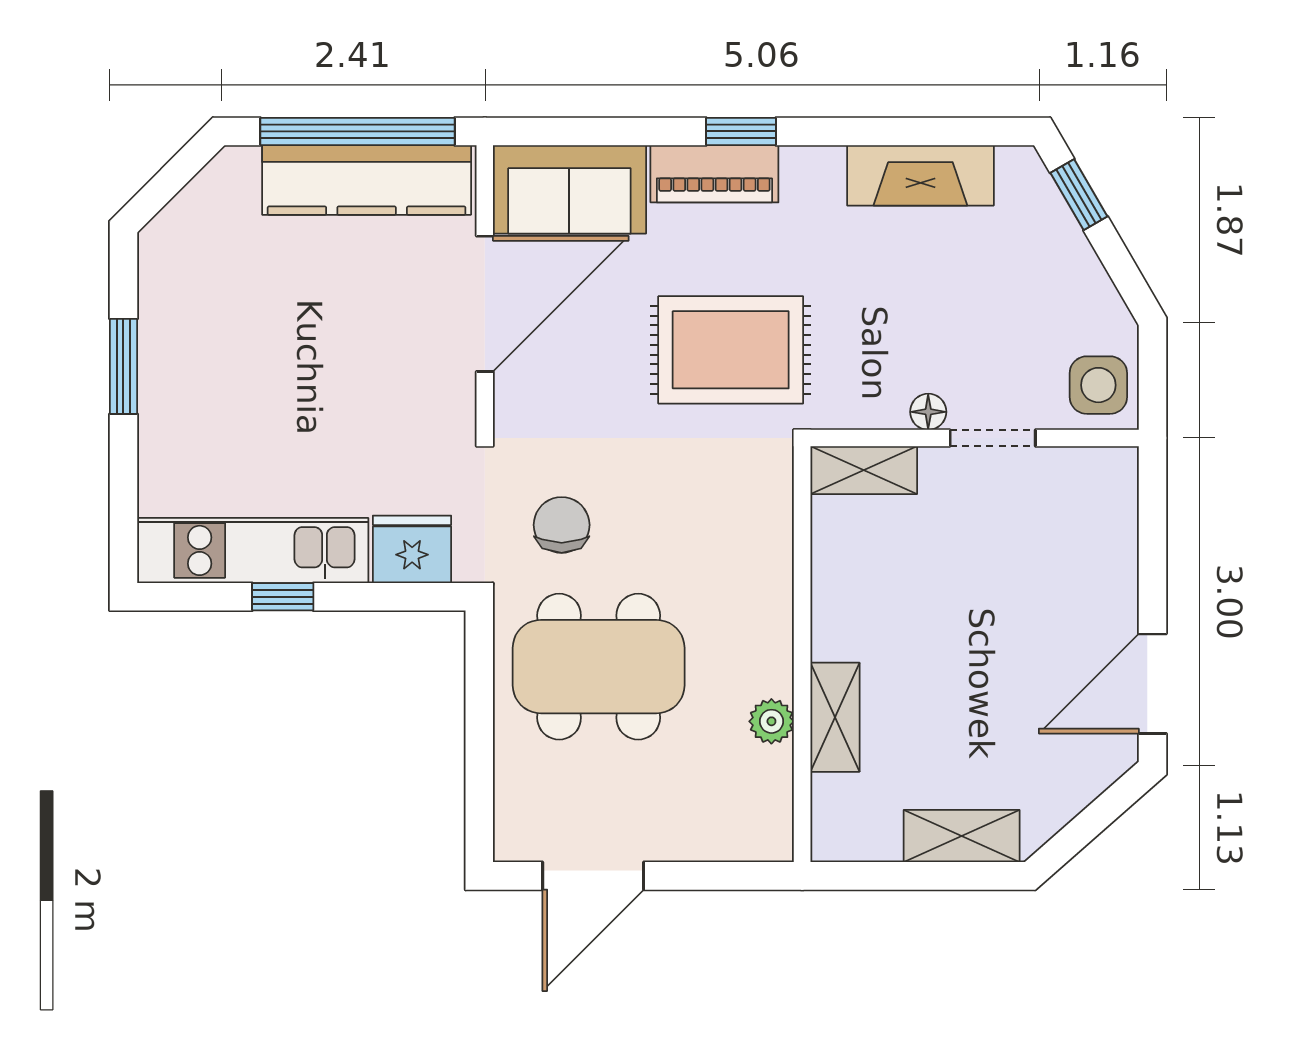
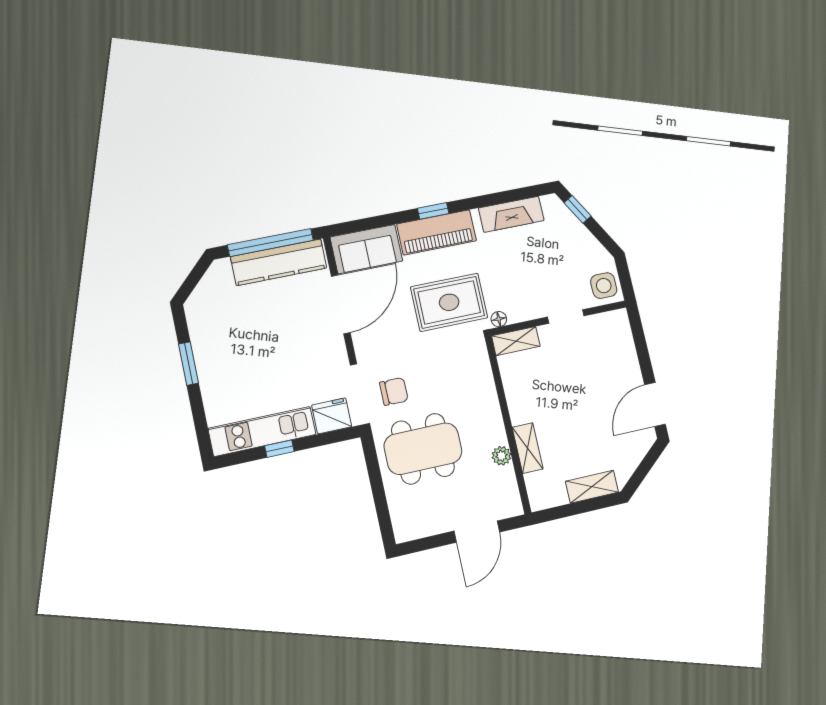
piano: (714, 174) -> (437, 232), width x1.37, depth x1.33
floor lamp: (928, 412) -> (499, 319), moved
chair: (562, 525) -> (394, 391), turned 90
door: (593, 876) -> (477, 532), moved

